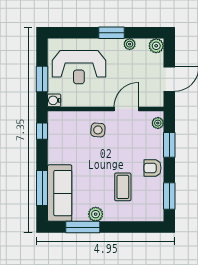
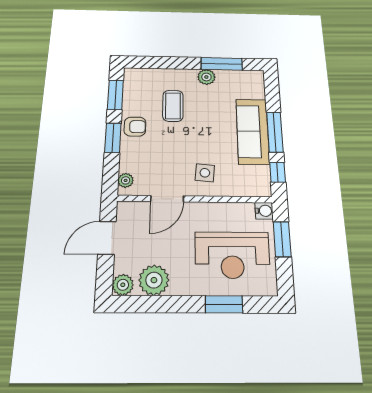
window: (112, 33) -> (224, 304), moved
plant: (130, 44) -> (154, 280), width x1.87, depth x1.87
reception desk: (79, 67) -> (232, 255), turned 180
window: (169, 145) -> (113, 138), moved
window: (42, 188) -> (275, 132), moved
sofa: (60, 193) -> (253, 131), moved

